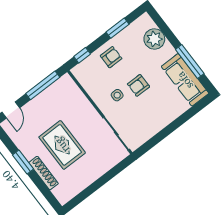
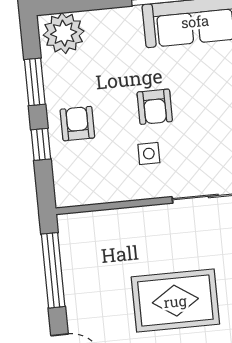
plant: (154, 39) -> (64, 33), moved
window: (82, 55) -> (41, 144), moved

